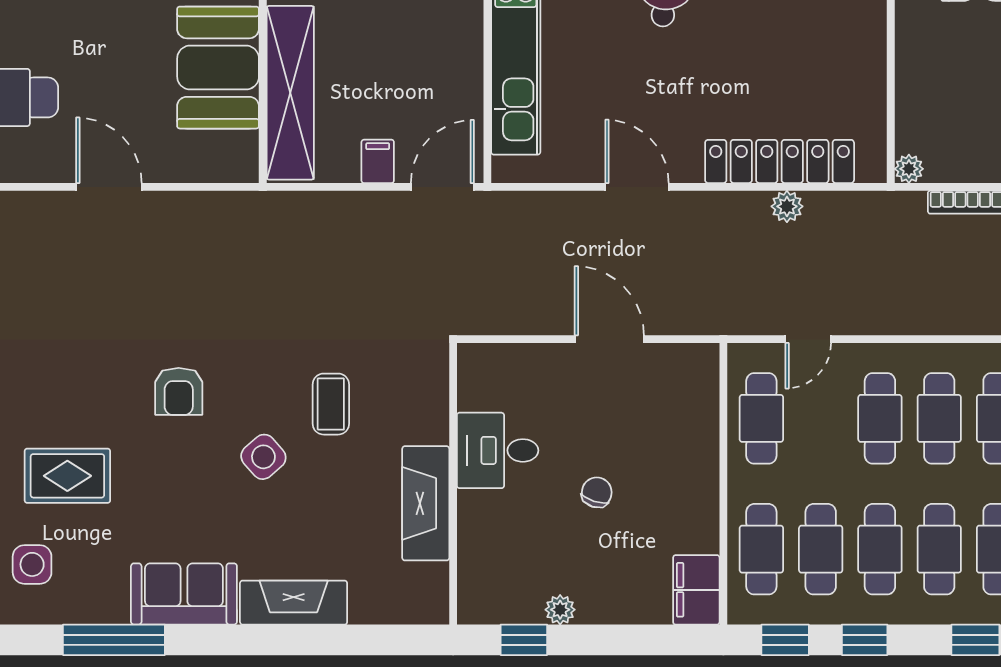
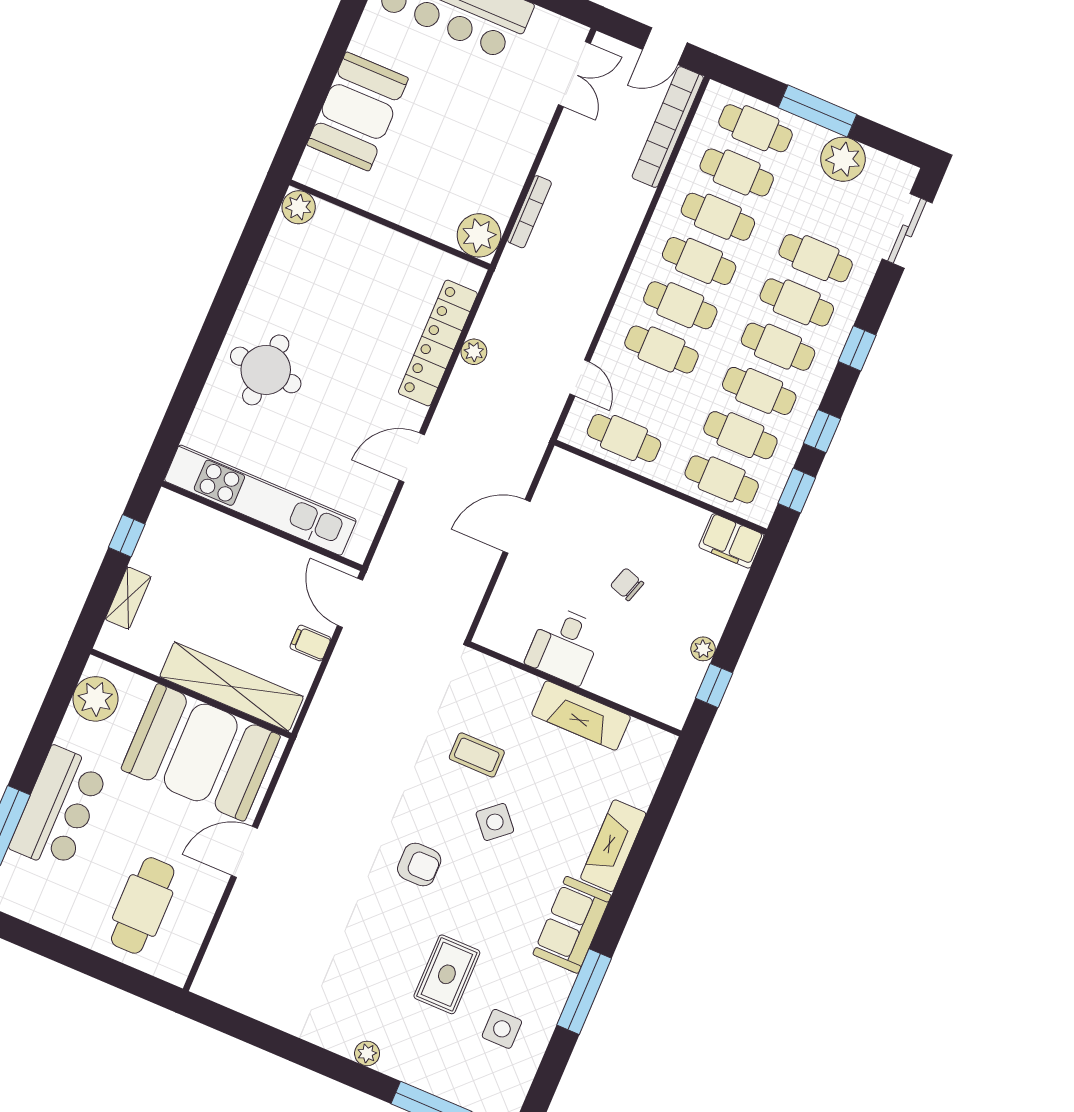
booth: (218, 68) -> (201, 752), width x1.36, depth x1.42
plant: (909, 169) -> (479, 235), width x1.88, depth x1.88

